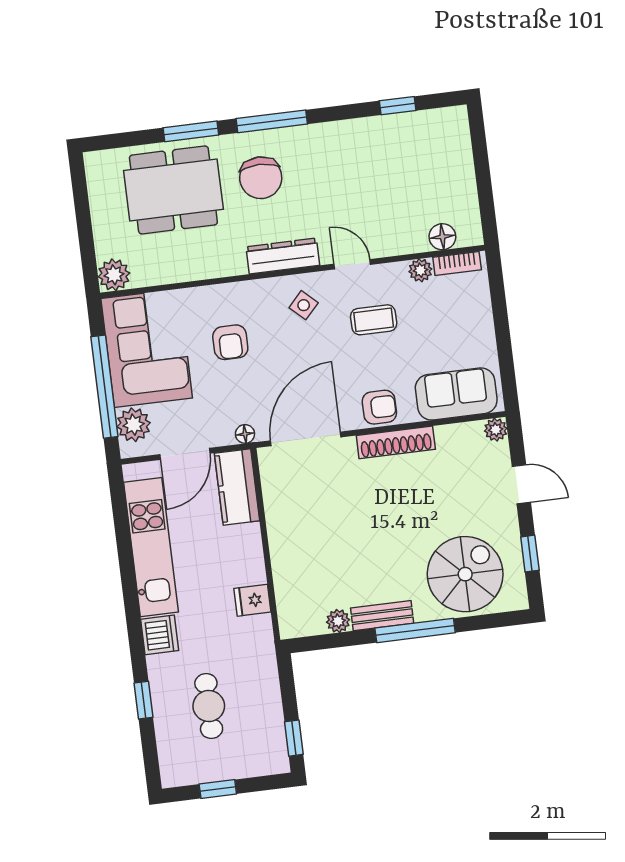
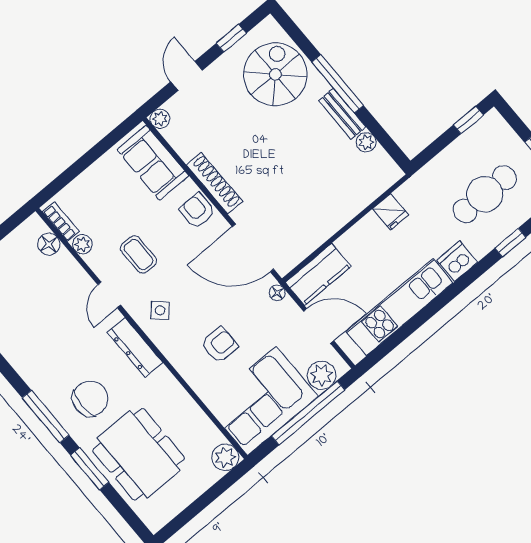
spiral stairs: (465, 574) -> (275, 74), turned 90
cafe table: (209, 706) -> (485, 194), width x1.37, depth x1.35

